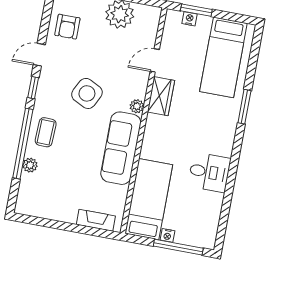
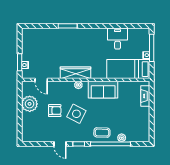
armchair: (67, 27) -> (55, 111), moved
bed: (223, 57) -> (43, 42), removed
door: (155, 60) -> (41, 80), moved
wardrobe: (161, 96) -> (75, 73), width x1.50
sofa: (121, 148) -> (103, 90), width x0.73
desk: (209, 172) -> (118, 39), moved

